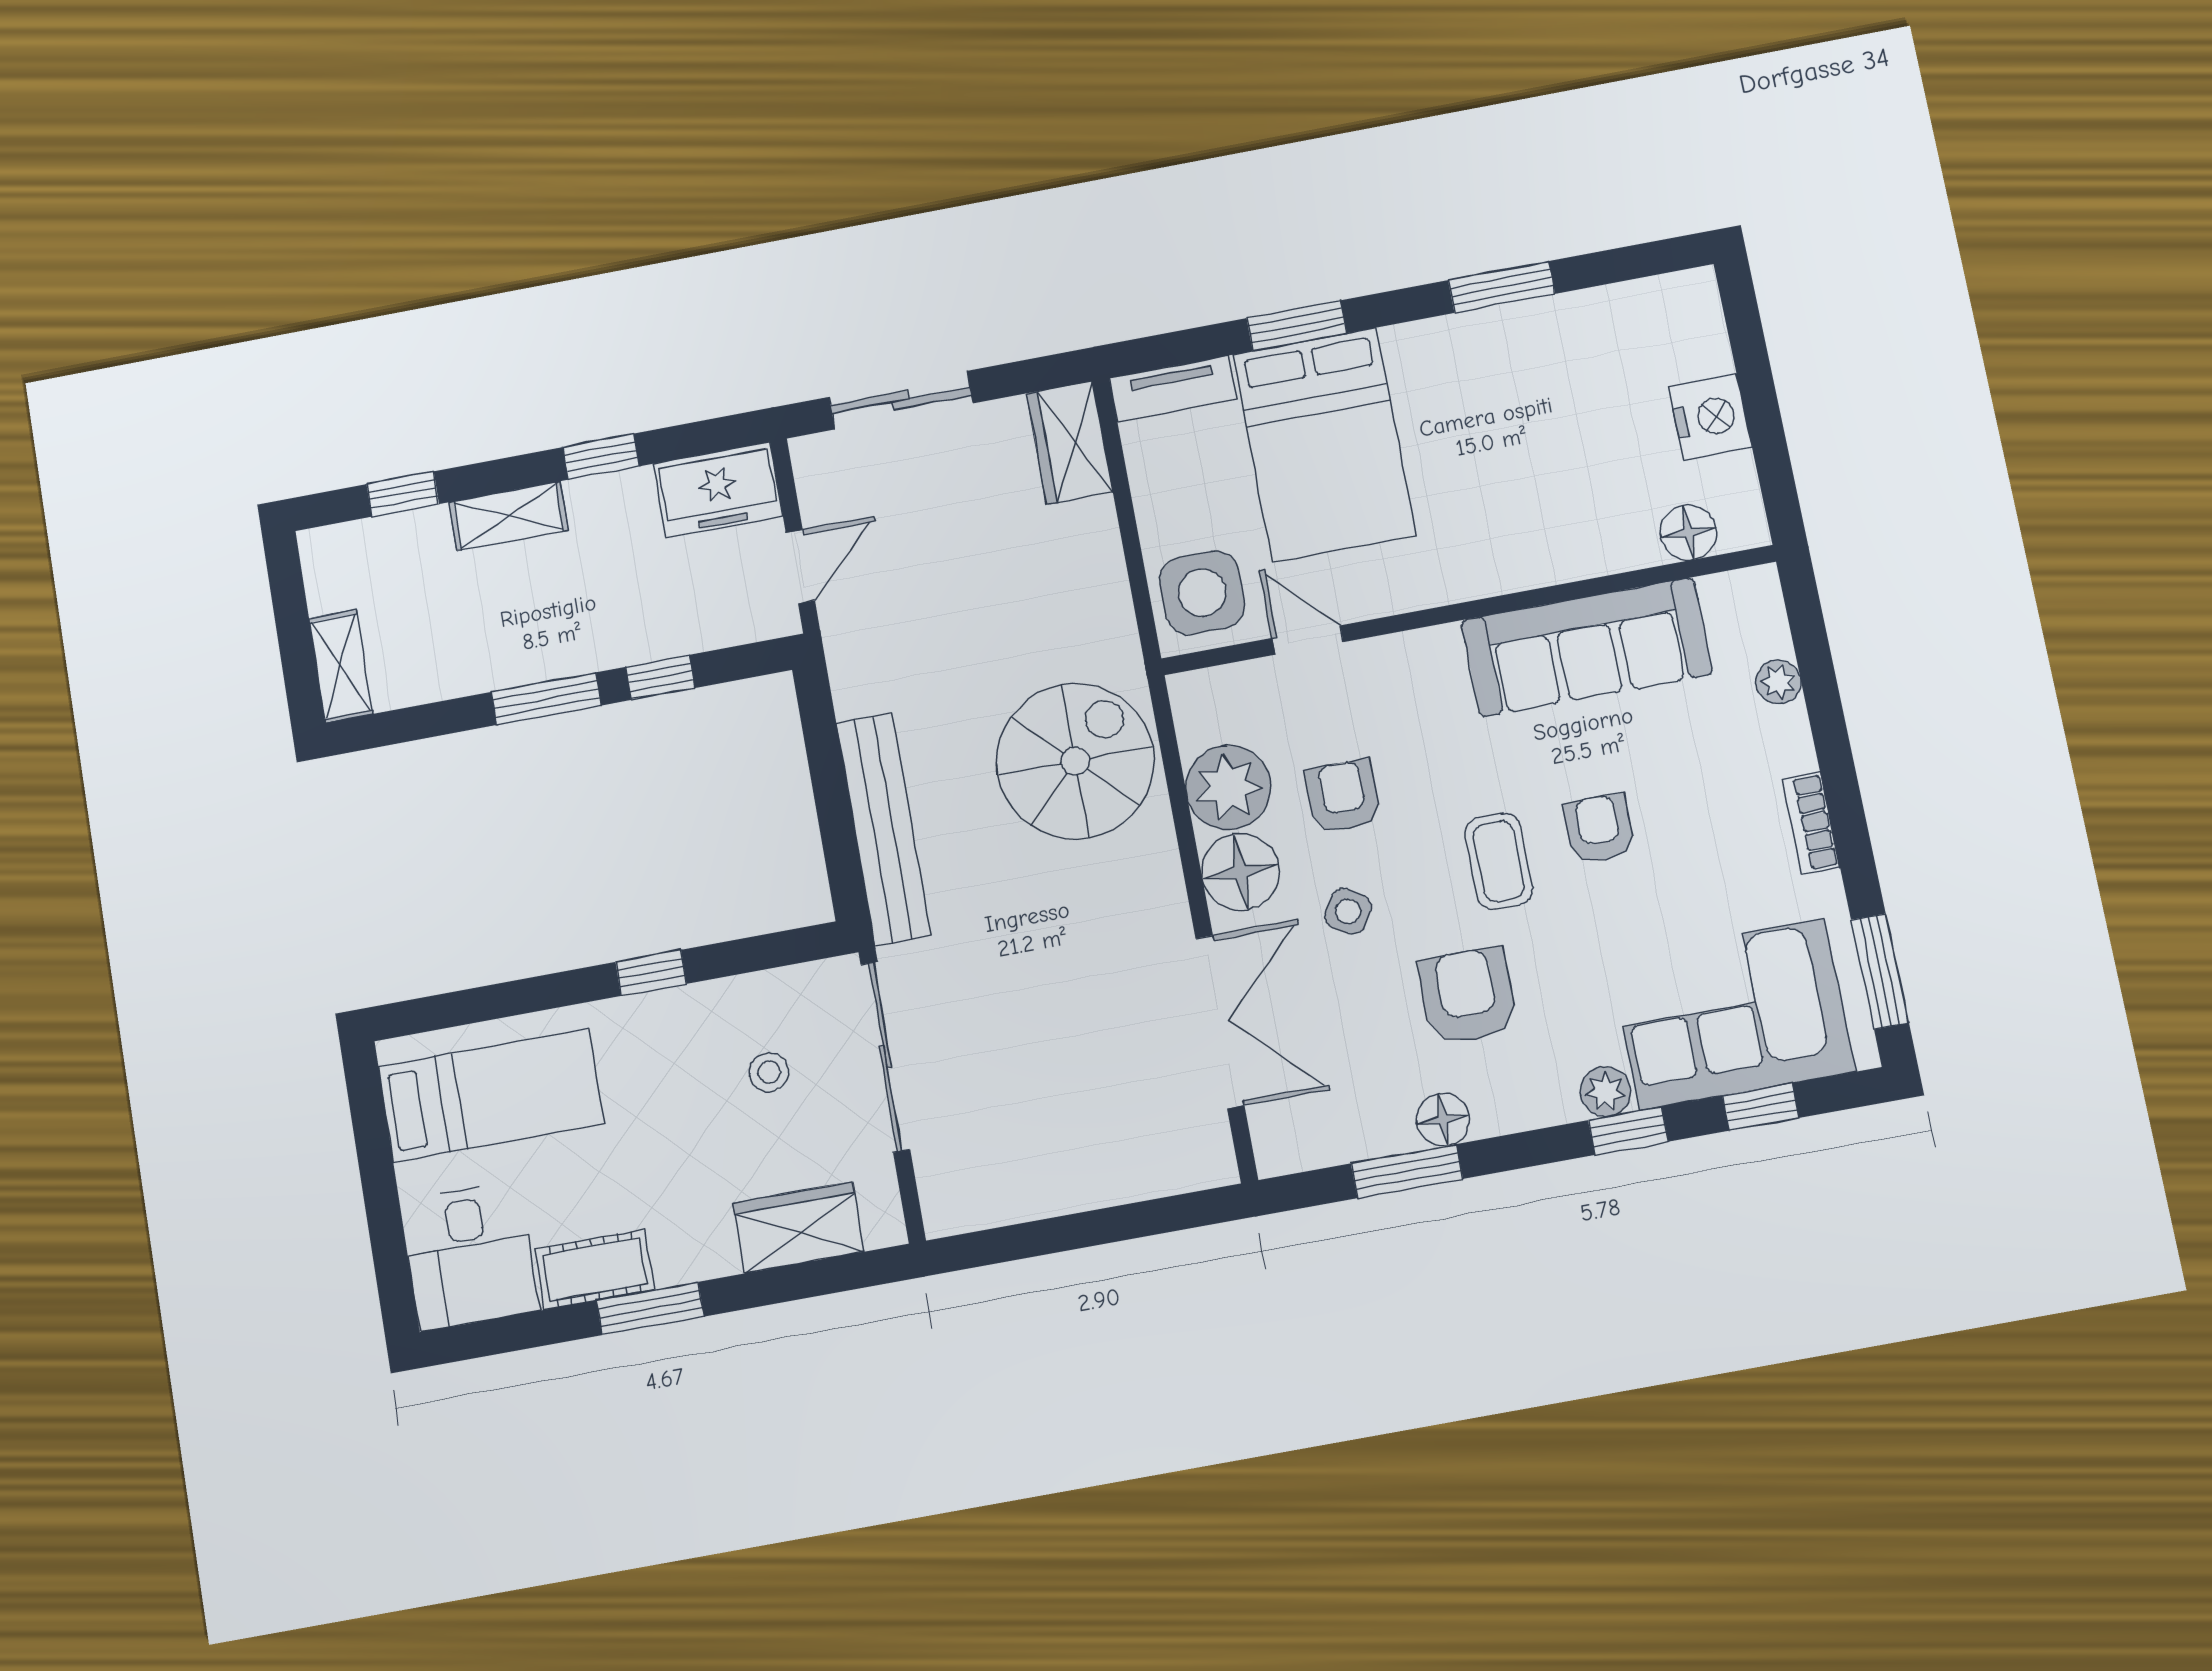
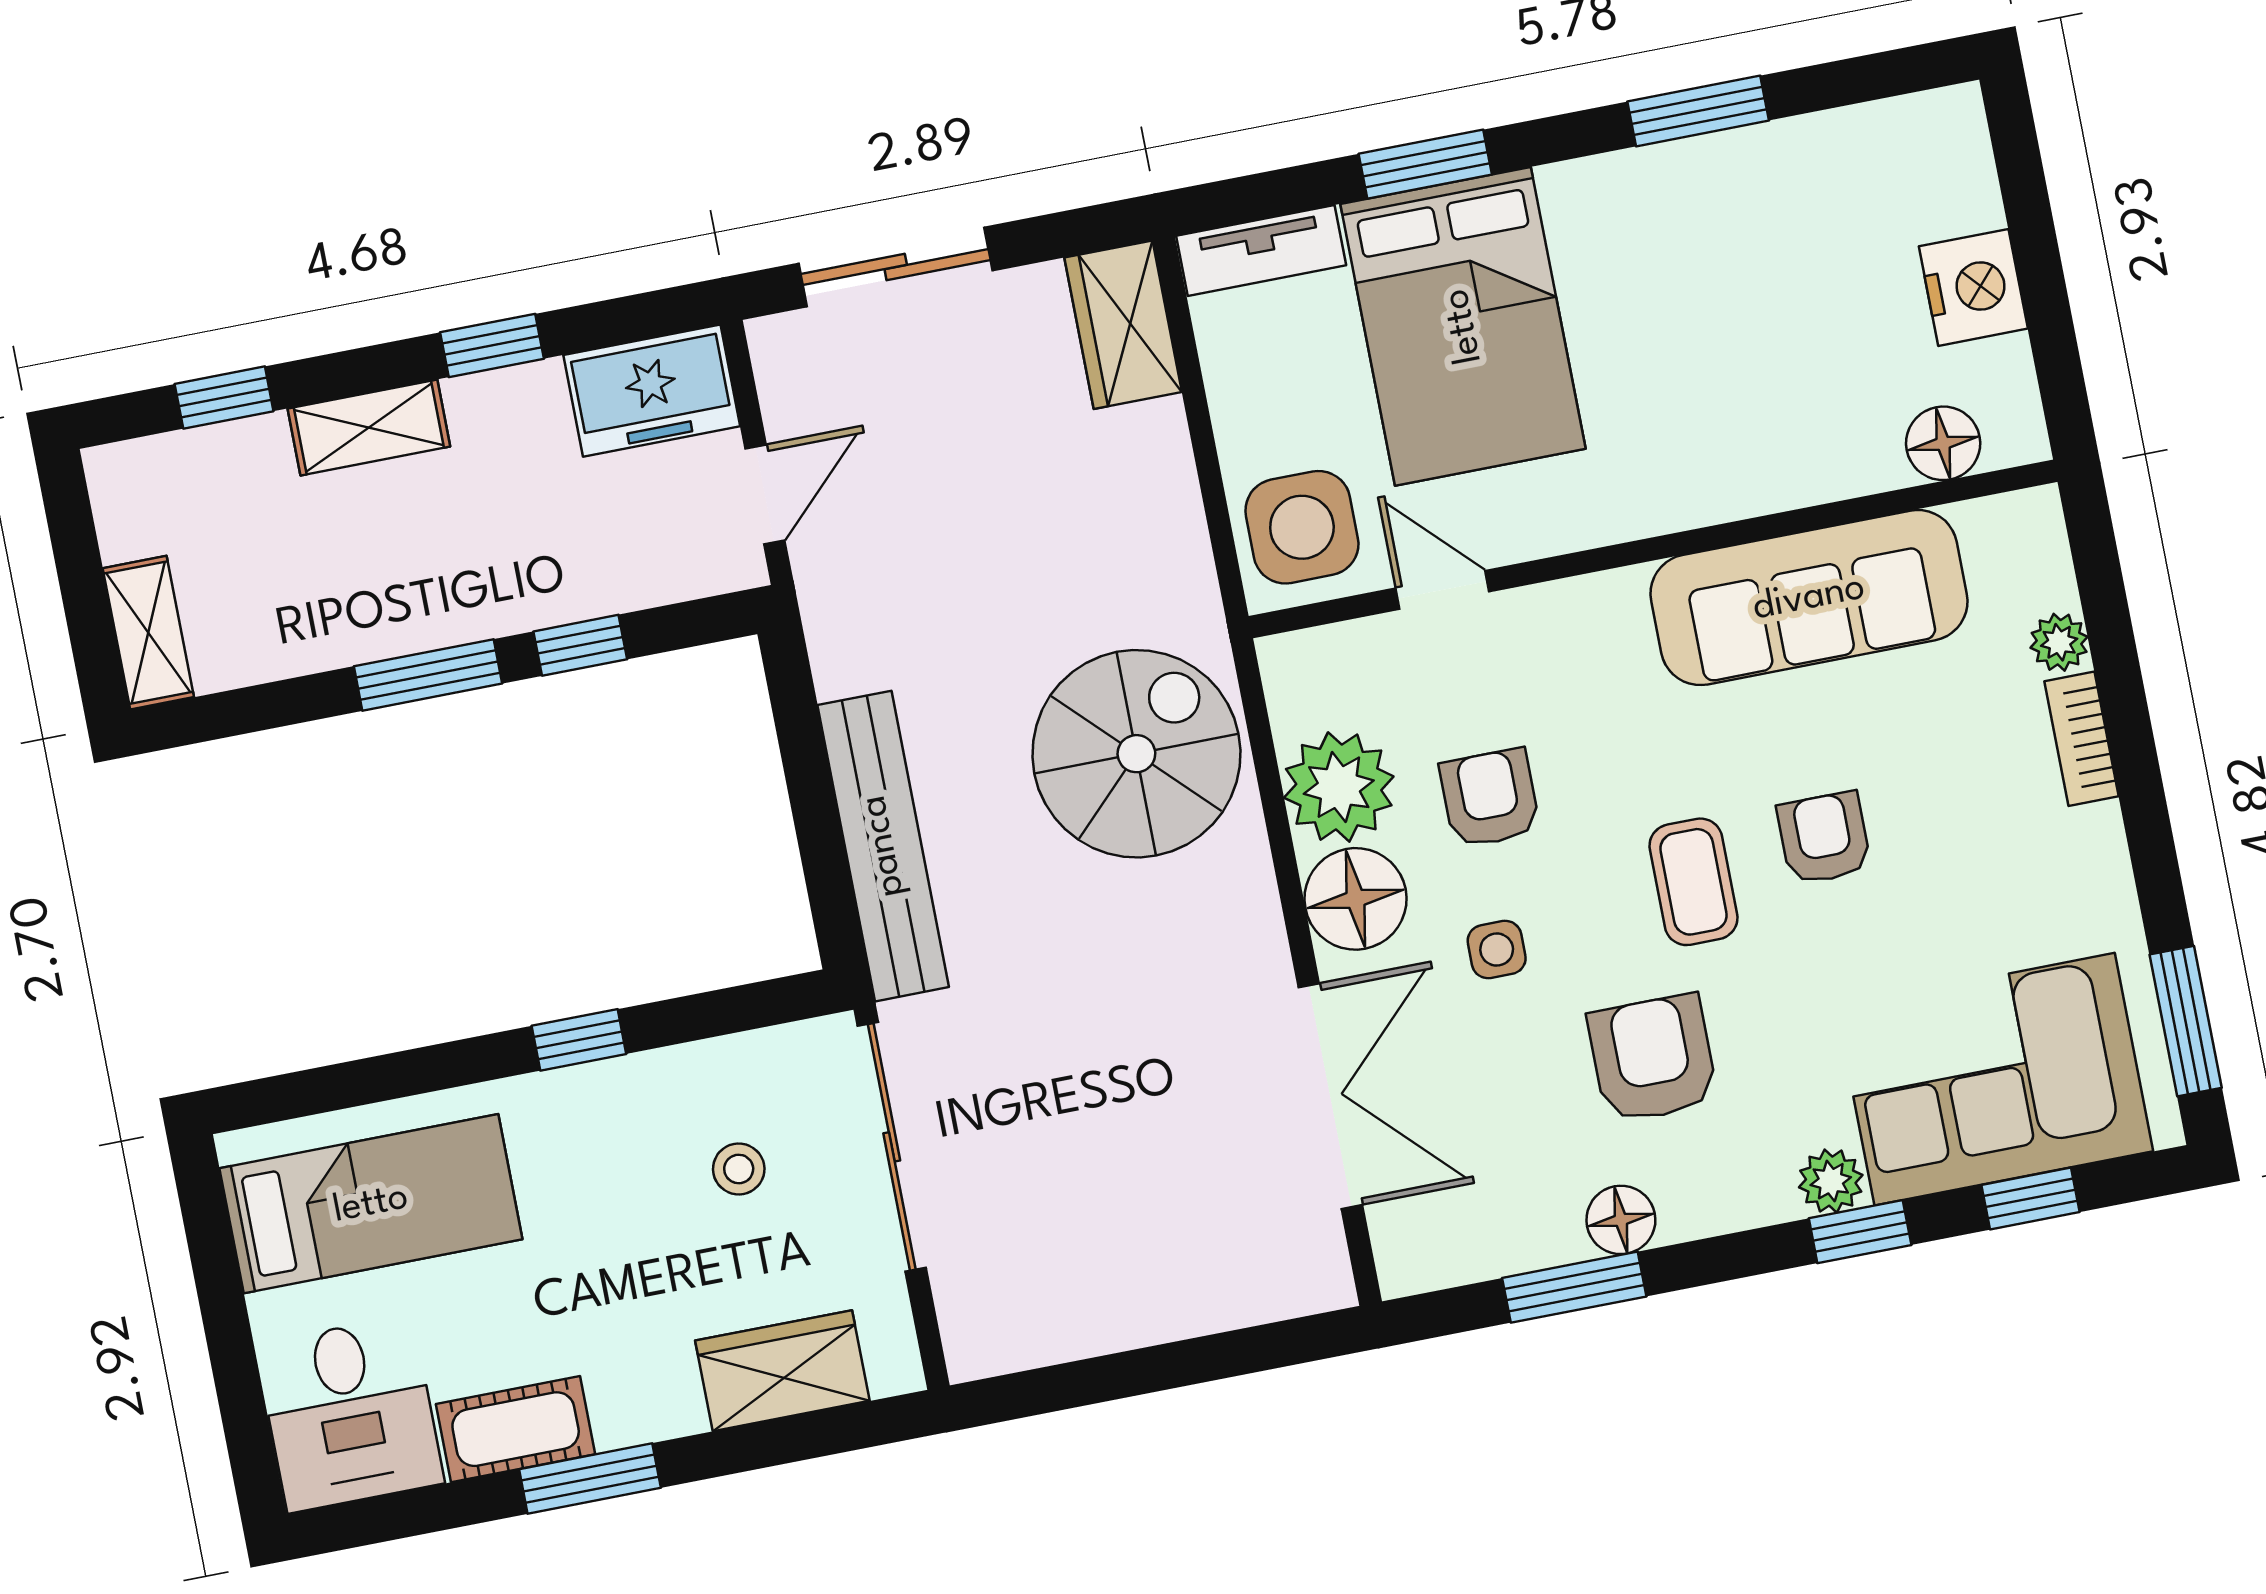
bookcase: (1811, 823) -> (2082, 739), moved
side table: (1348, 911) -> (1497, 950), turned -33

